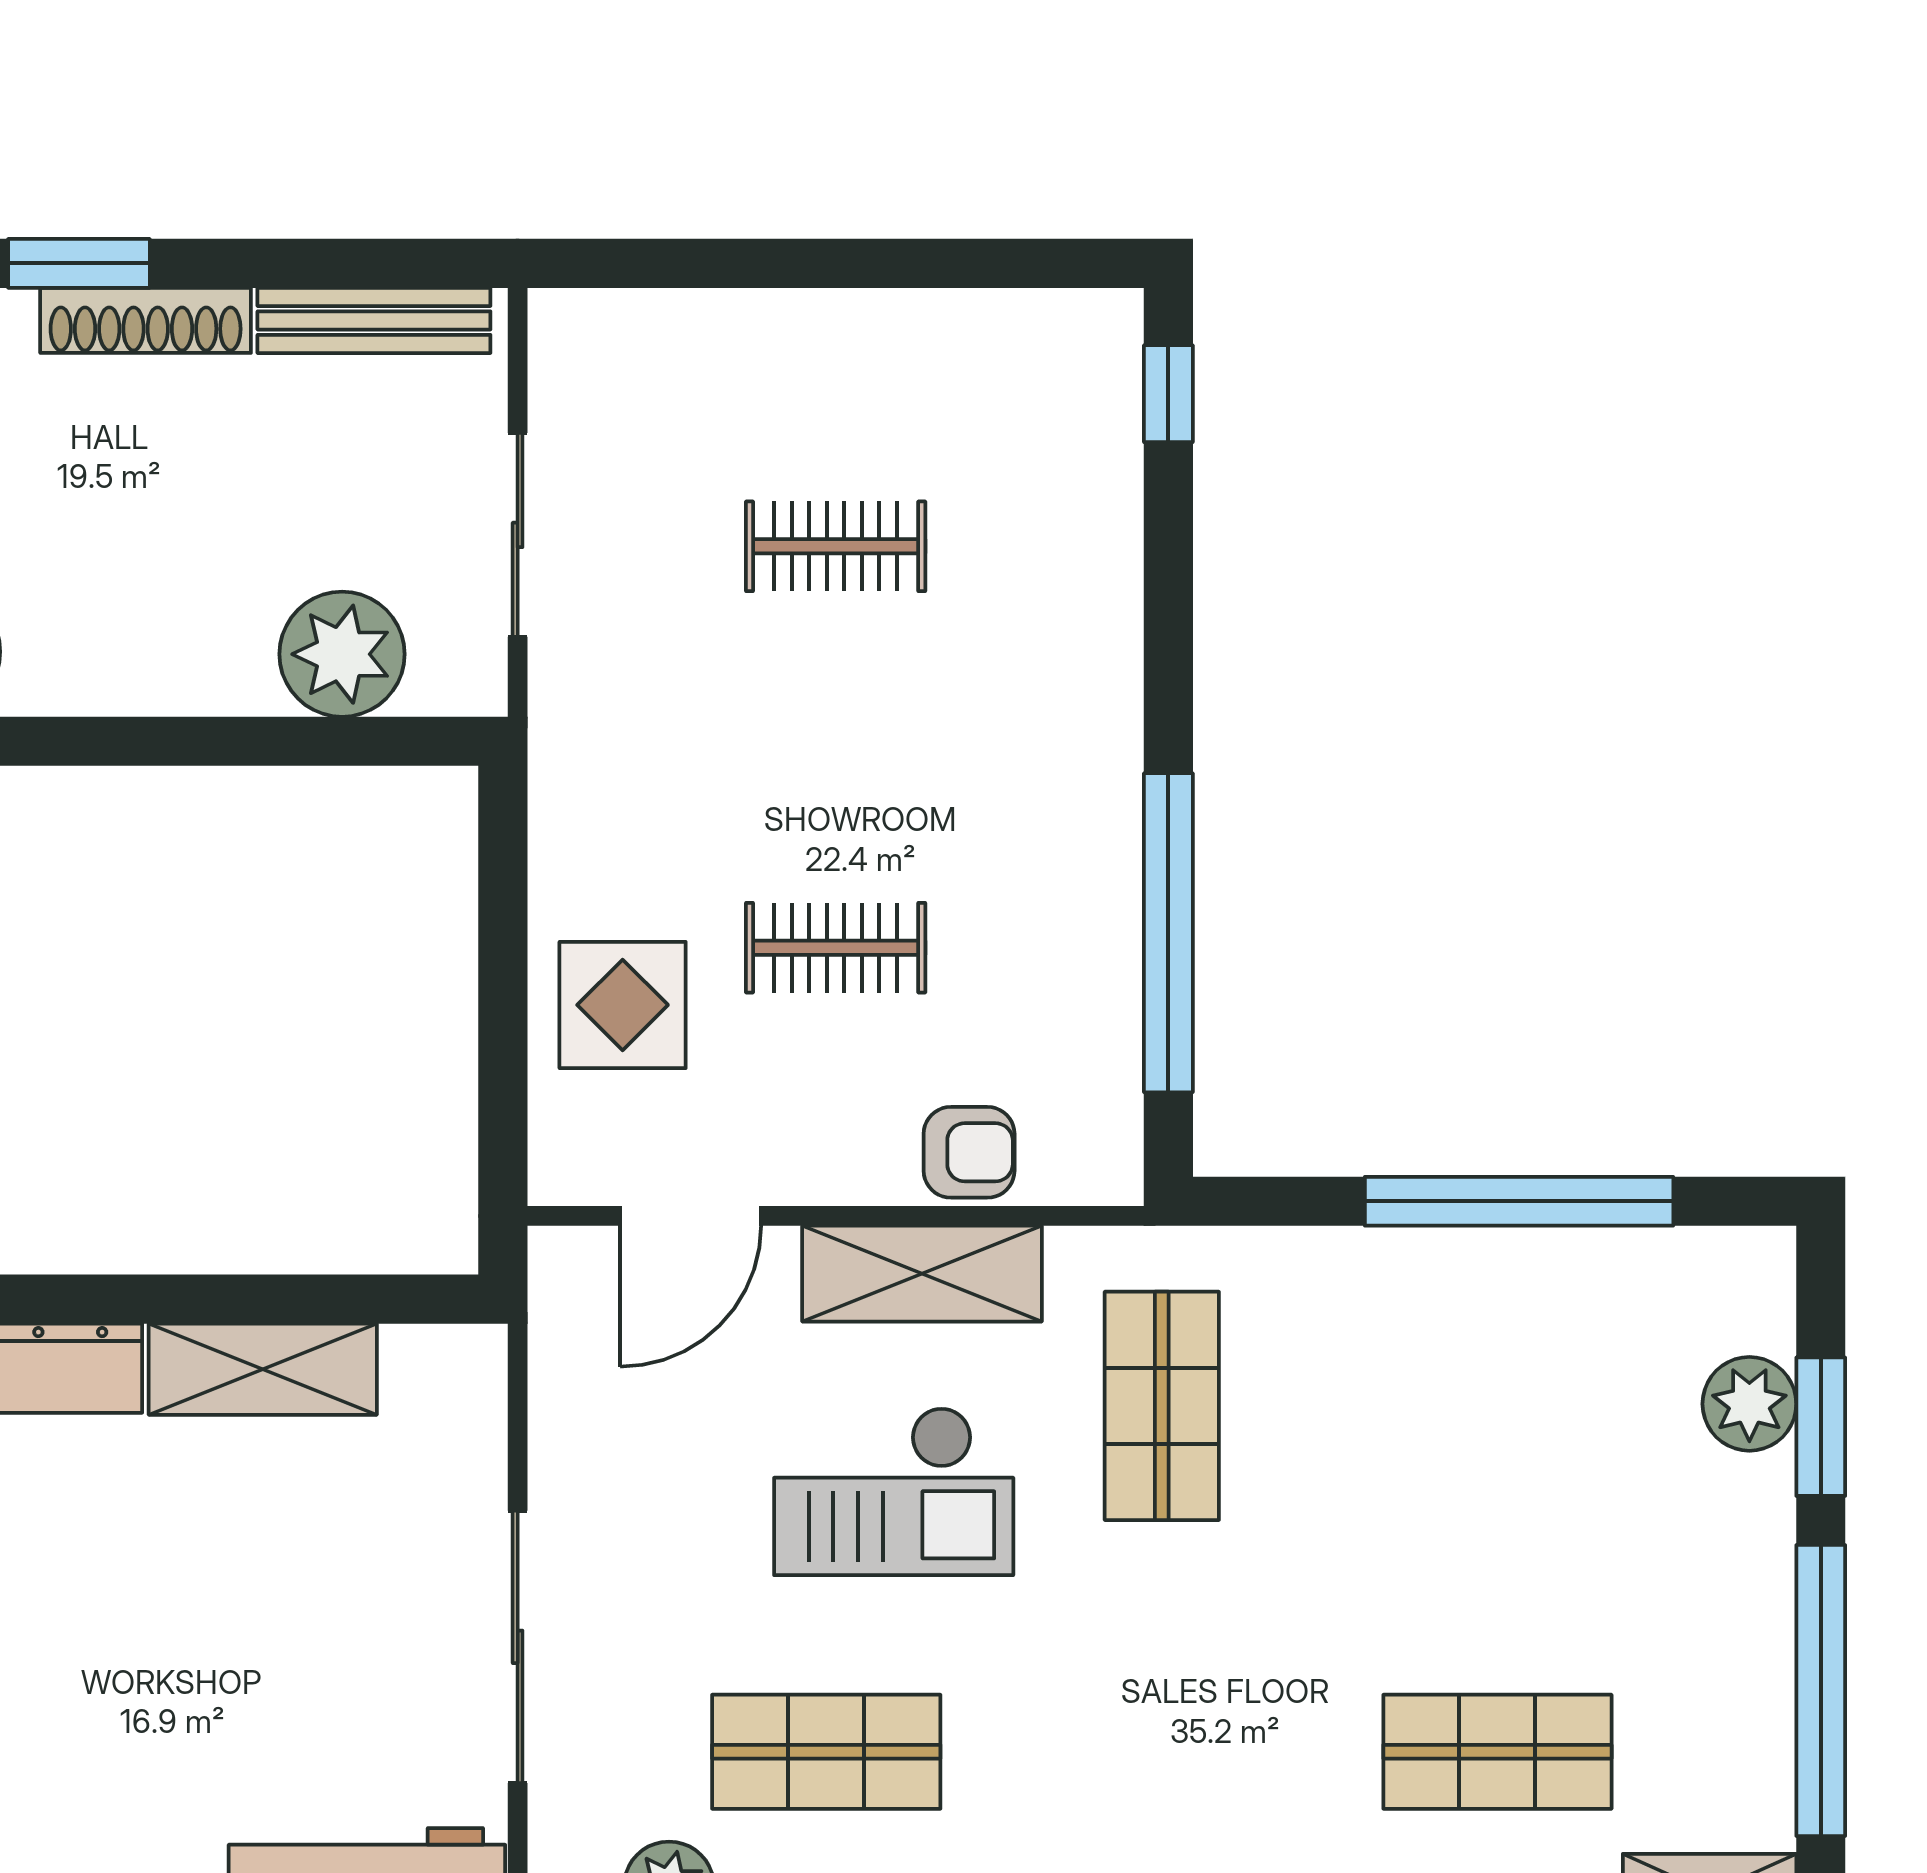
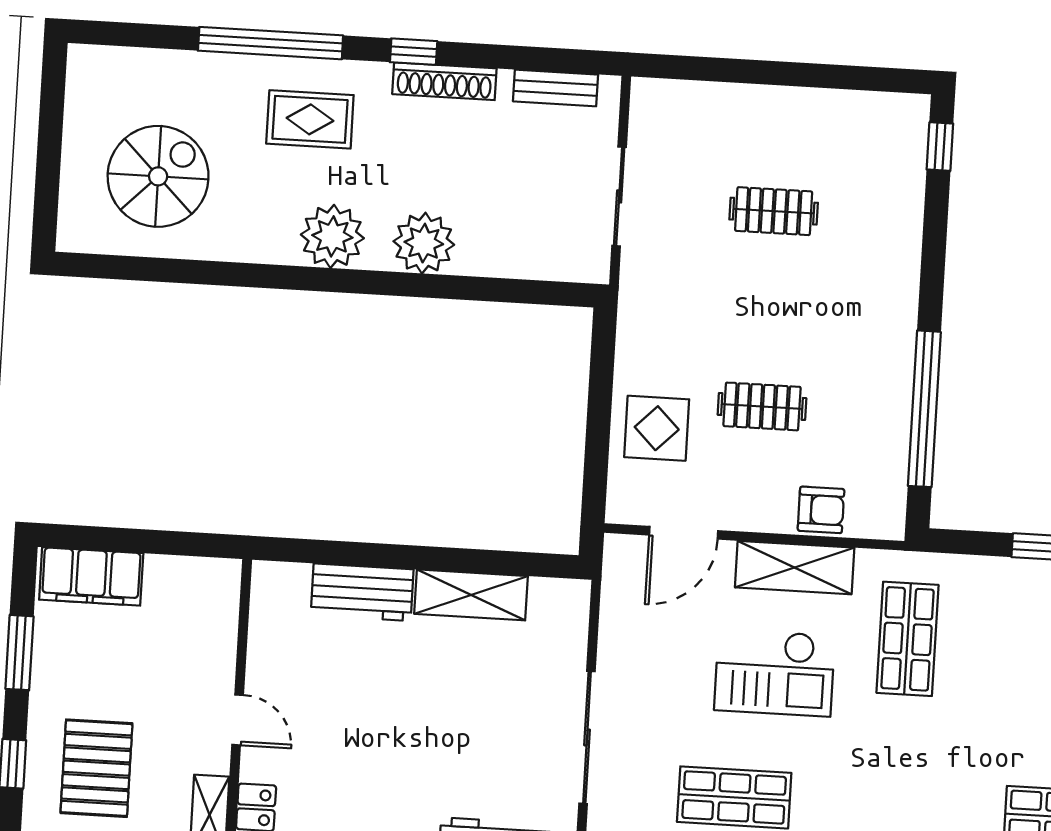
window: (79, 263) -> (414, 52), width x0.67
bench: (374, 320) -> (555, 88), width x0.73
plant: (342, 654) -> (424, 243), moved

